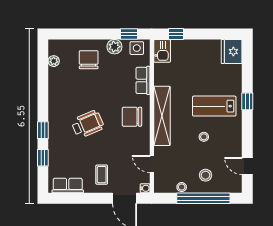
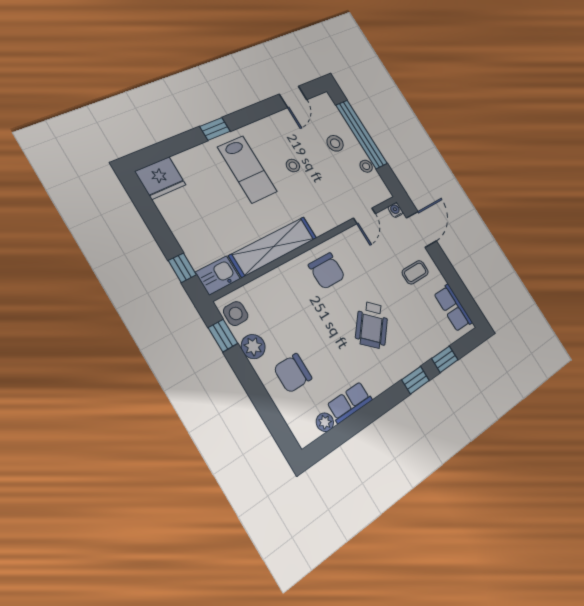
row of seats: (143, 80) -> (350, 402), moved, turned 180
shelving: (162, 116) -> (274, 247), moved
wheelchair: (88, 124) -> (372, 325), turned -115

